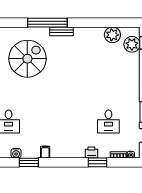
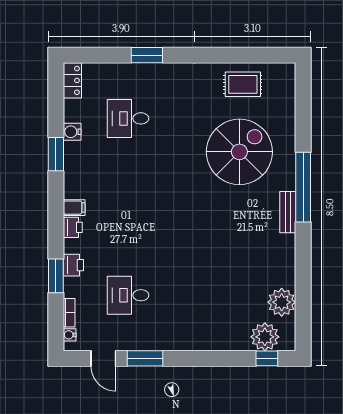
spiral stairs: (27, 59) -> (239, 152), turned -90
filing cabinet: (45, 152) -> (74, 208), moved
printer: (70, 153) -> (73, 227), added

